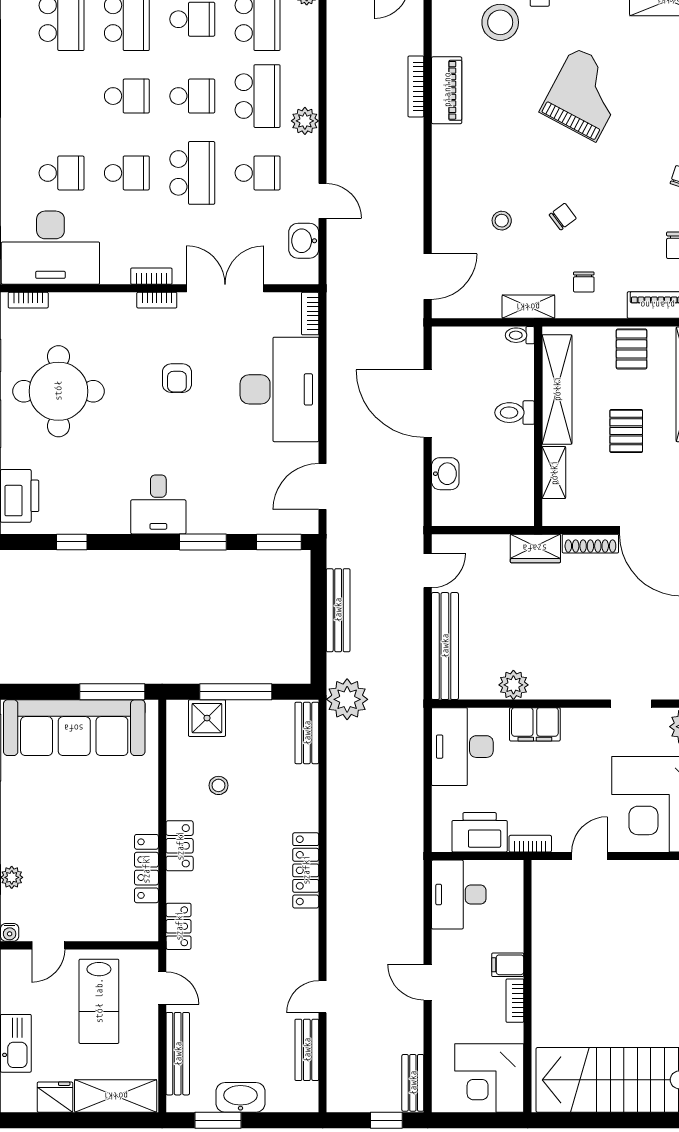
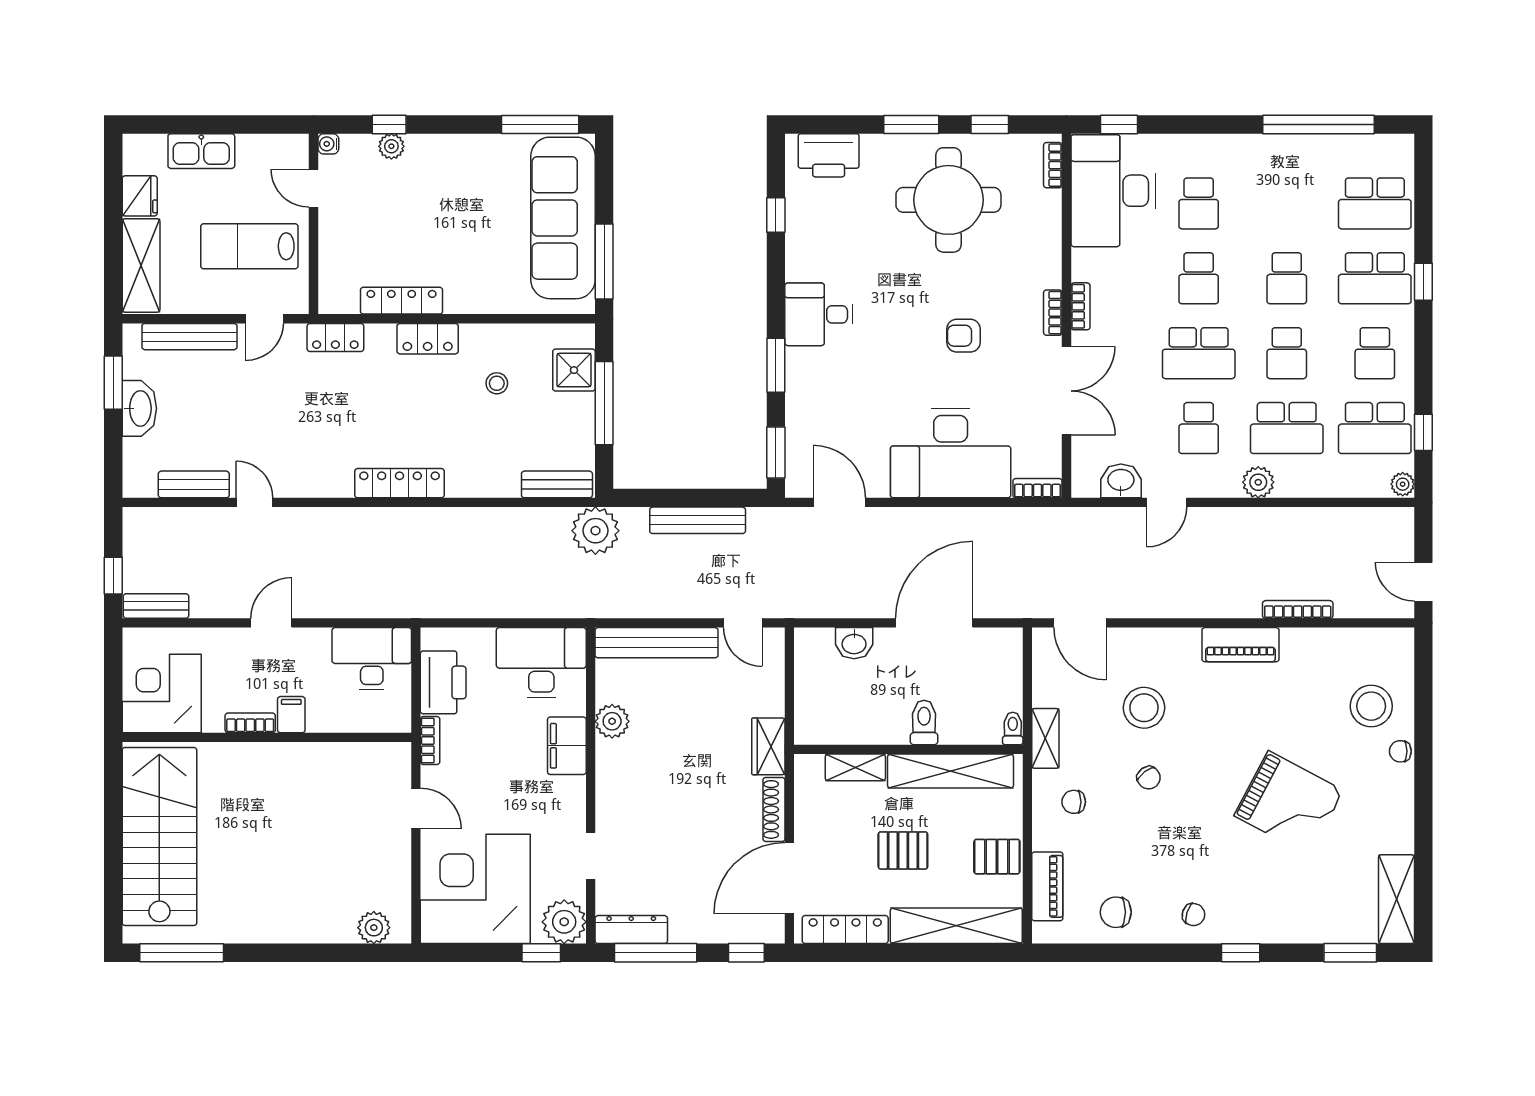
piano: (447, 90) -> (1240, 645), moved
stool: (502, 221) -> (1144, 708), width x1.89, depth x1.89

